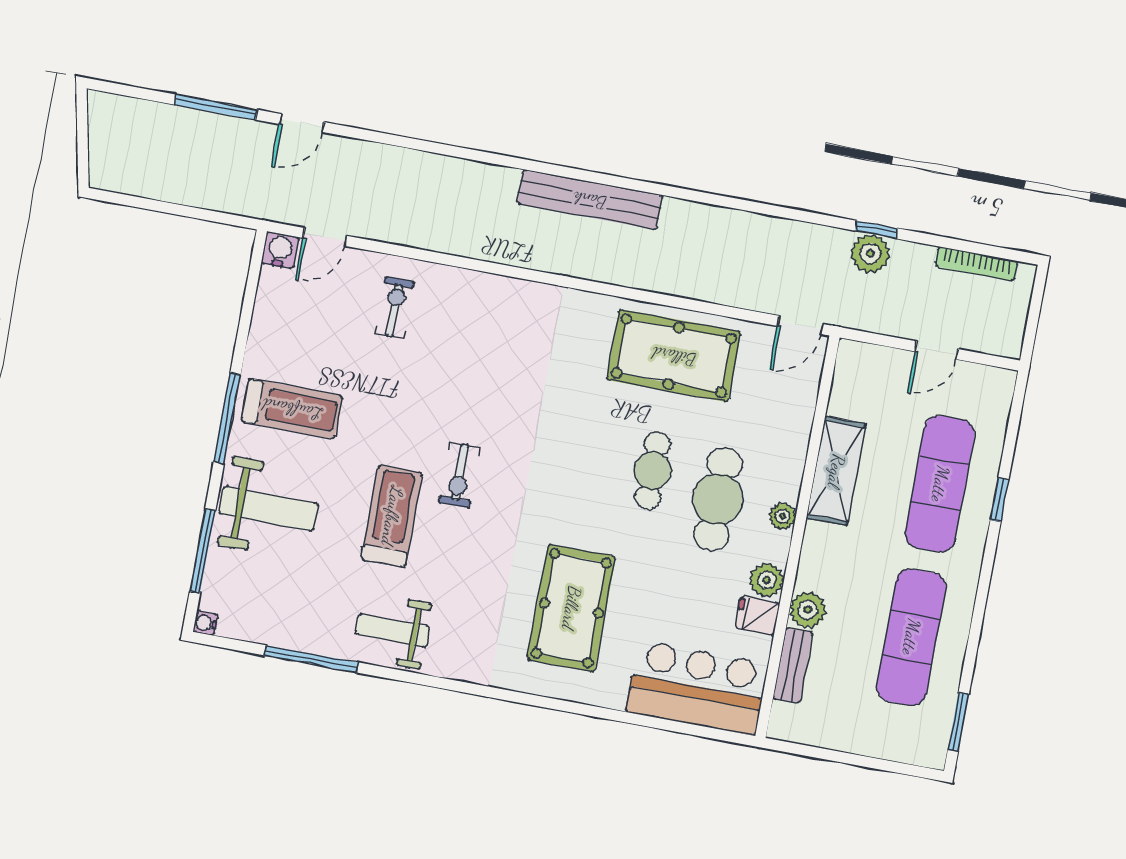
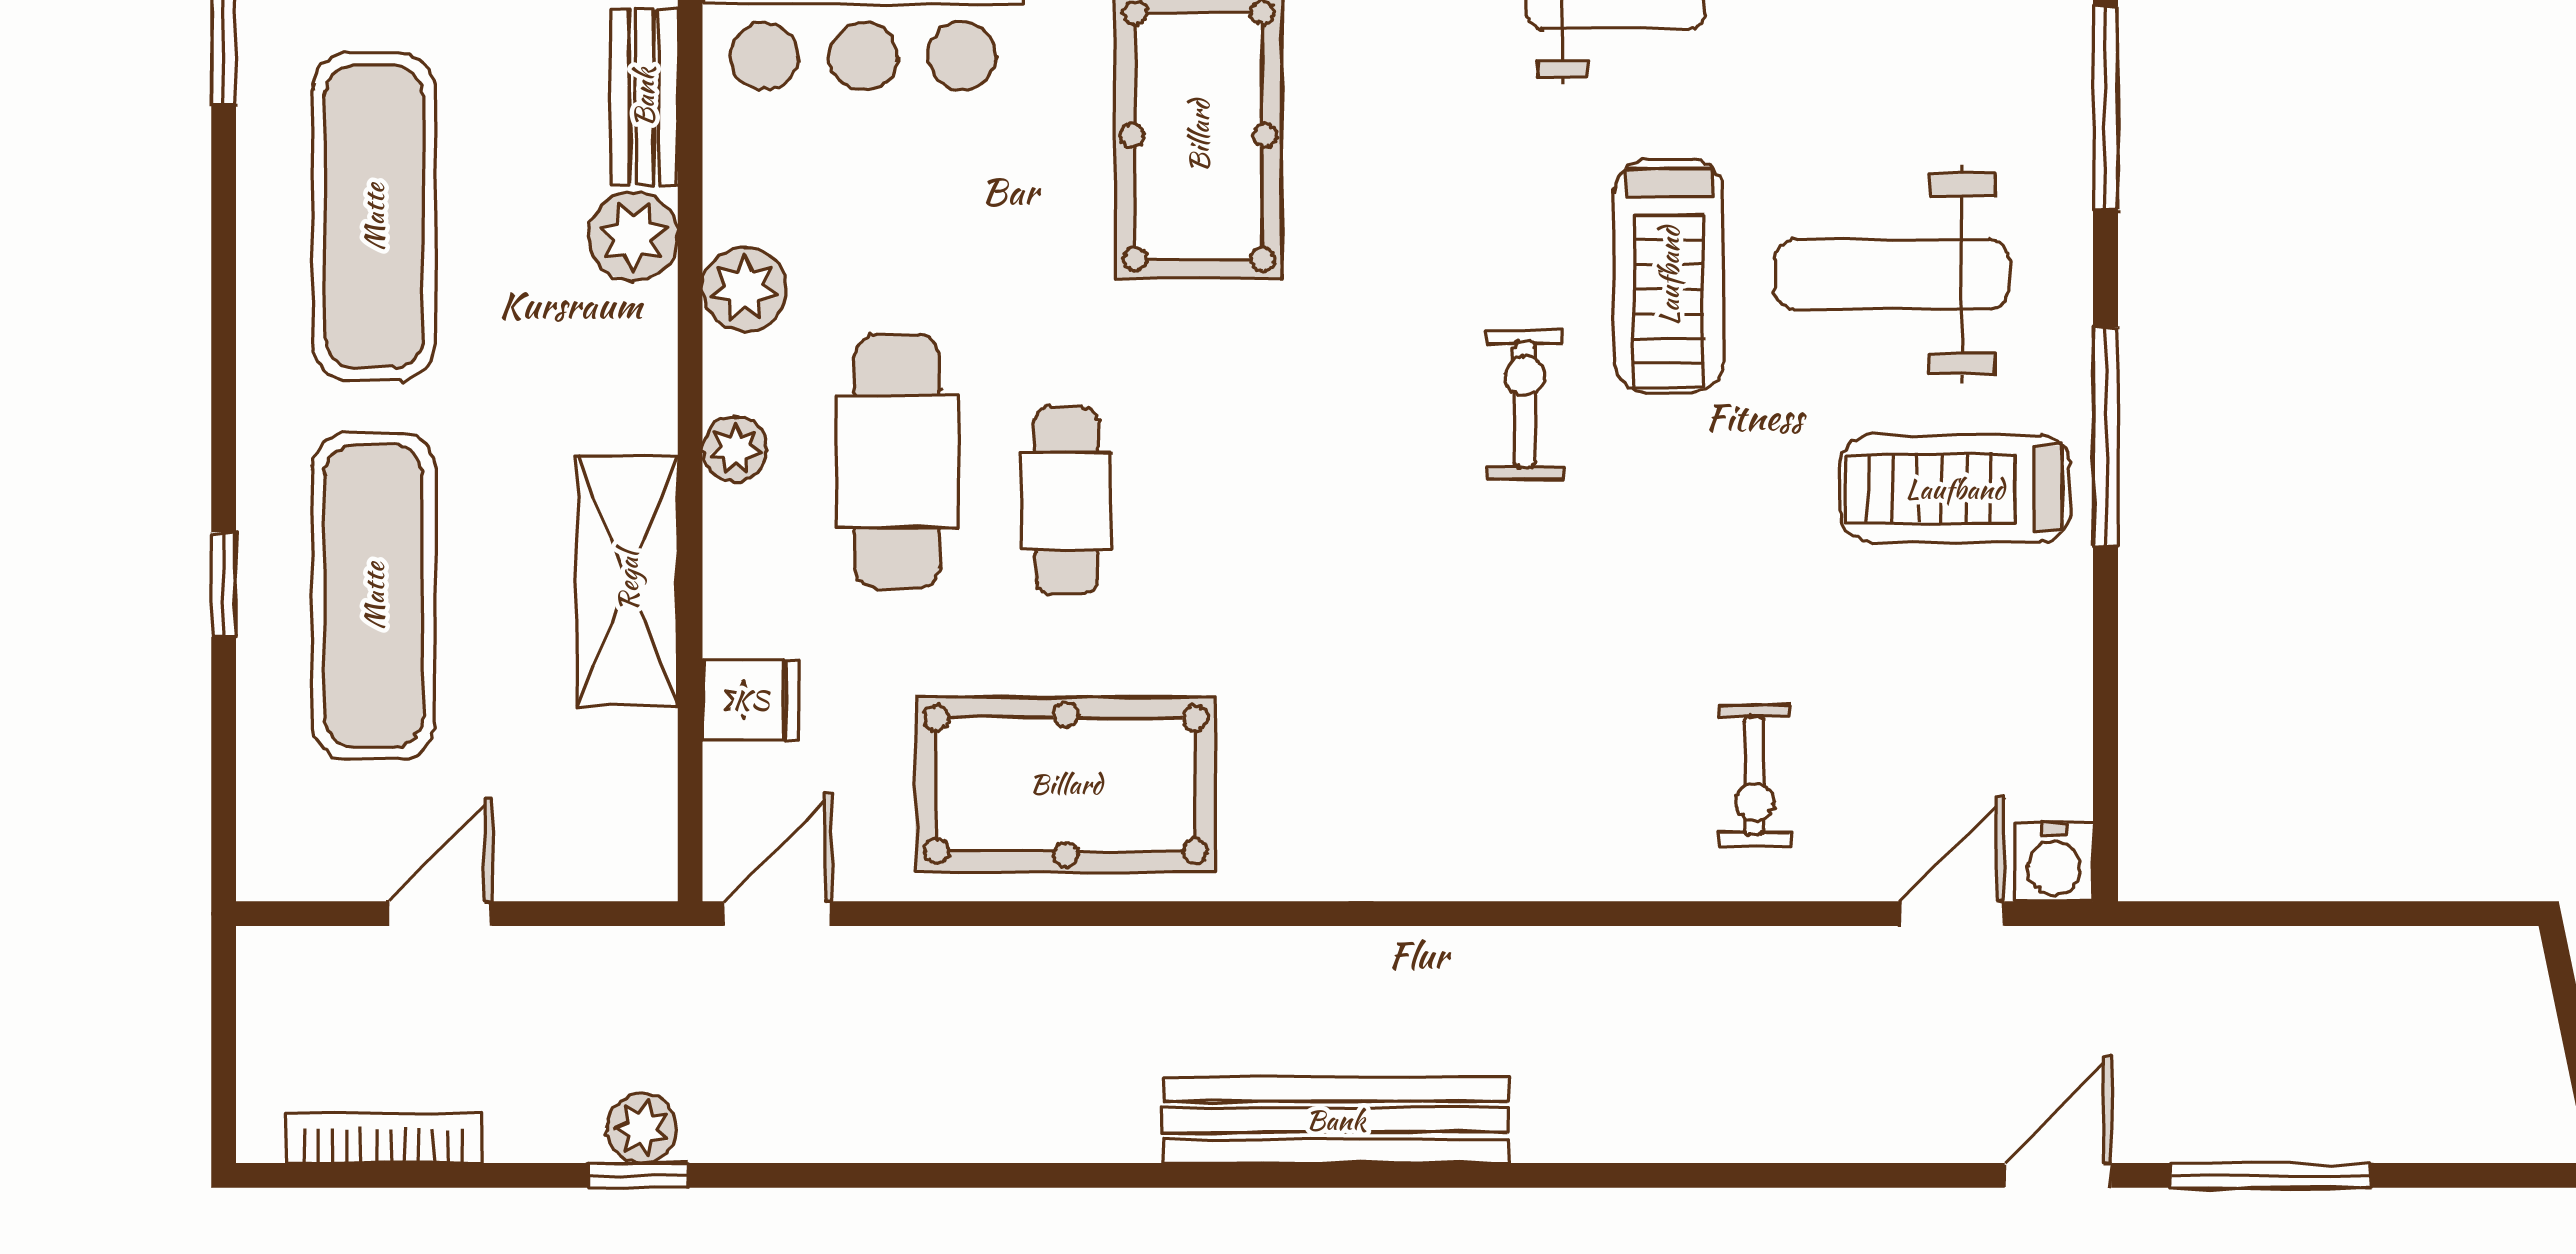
plant: (870, 254) -> (642, 1128), width x0.73, depth x0.73
weight bench: (269, 509) -> (1892, 274), moved
fridge: (757, 616) -> (751, 700), moved

